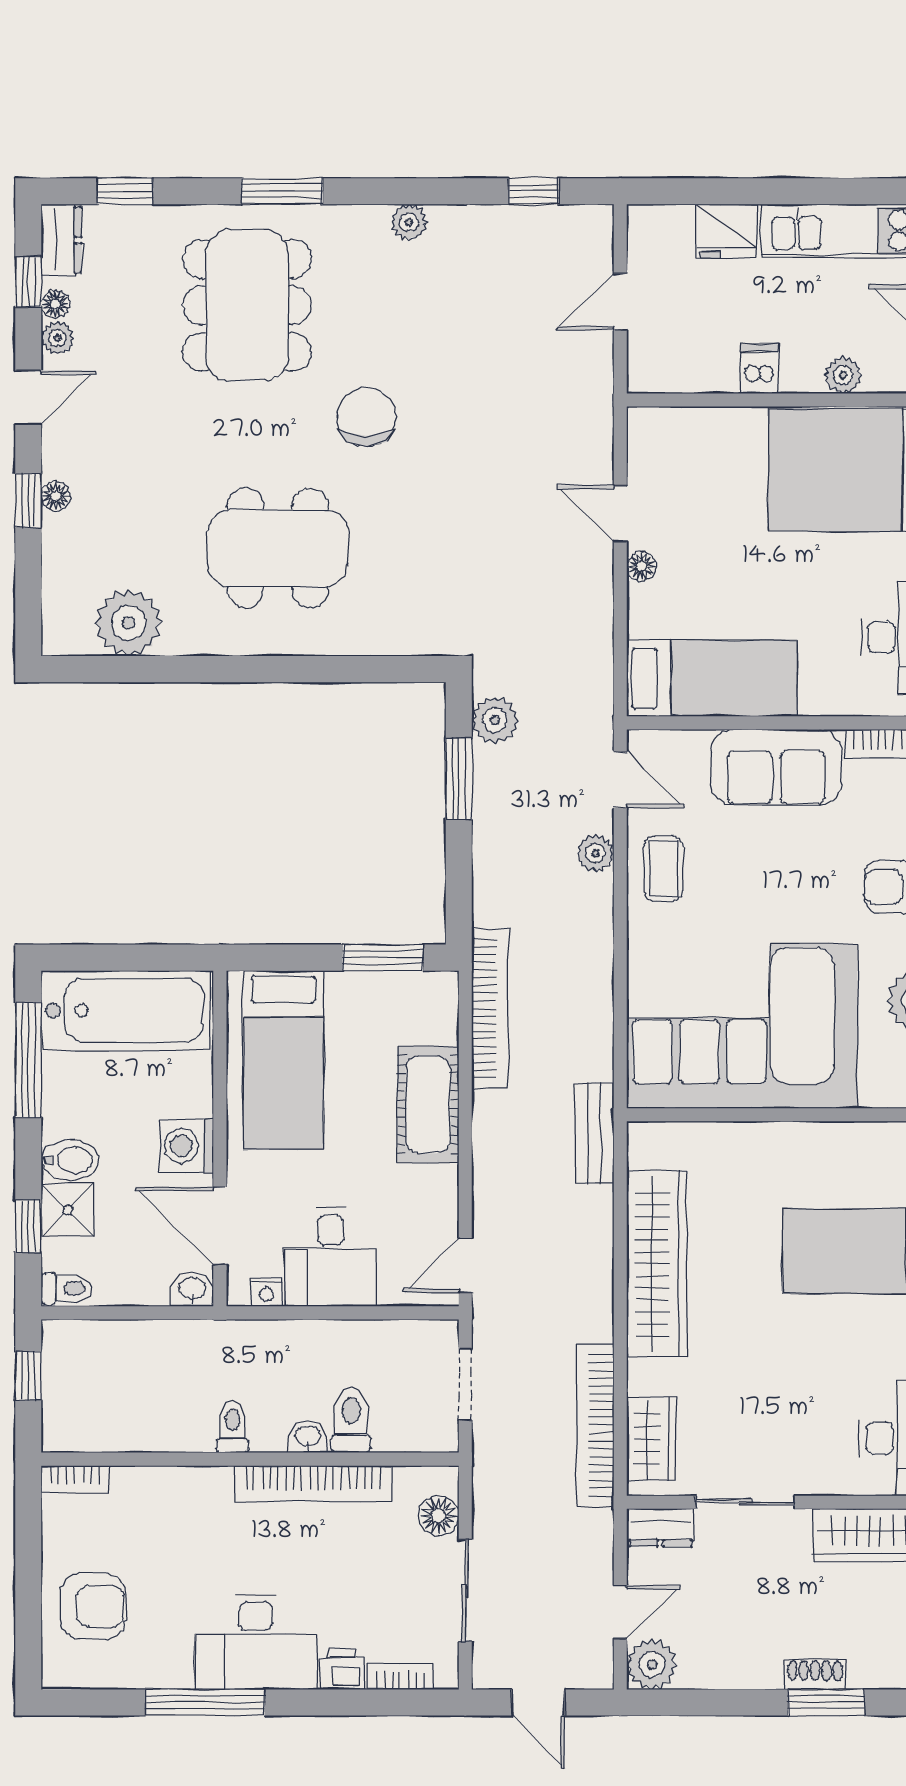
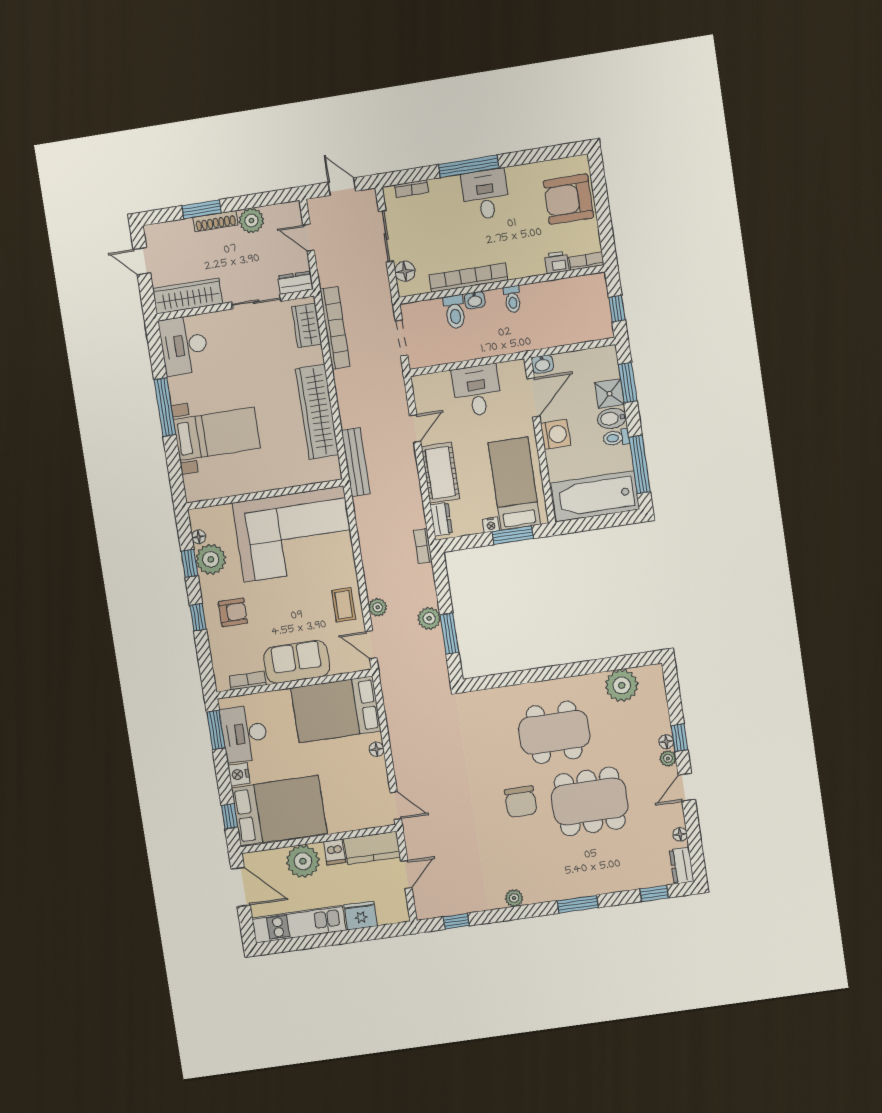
window: (28, 282) -> (695, 843), removed
dining table: (247, 305) -> (590, 801), moved, turned 90
plant: (57, 338) -> (668, 758), moved
kitchen counter: (682, 366) -> (372, 848), added
plant: (843, 375) -> (303, 861), width x1.87, depth x1.87
door: (620, 514) -> (396, 806), moved
bed: (712, 678) -> (336, 709), width x1.50
plant: (495, 720) -> (429, 618), moved
window: (383, 958) -> (513, 535), moved
bookcase: (490, 1008) -> (423, 546), width x0.43, depth x0.76
dresser: (441, 1011) -> (441, 519), added
bench: (595, 1133) -> (356, 462), width x1.36
window: (28, 1226) -> (628, 383), width x1.50
door: (220, 1226) -> (533, 397), hinge flipped
door: (465, 1265) -> (415, 428), moved
toilet: (67, 1288) -> (616, 438), moved
nightstand: (266, 1292) -> (491, 525), moved, turned 180
armchair: (93, 1606) -> (568, 199), width x1.36, depth x1.36
door: (620, 1612) -> (309, 238), hinge flipped
desk: (256, 1642) -> (485, 194), width x0.73
plant: (652, 1664) -> (251, 220), moved
printer: (342, 1669) -> (557, 262), moved, turned 180
shoe rack: (815, 1675) -> (215, 221), width x1.43
window: (205, 1702) -> (469, 166), moved

